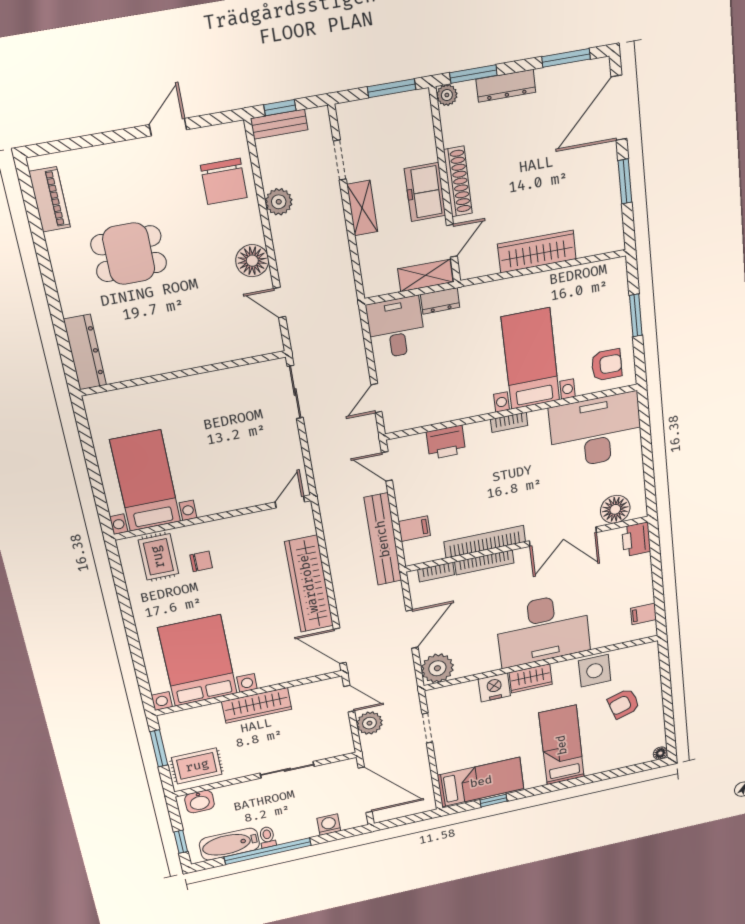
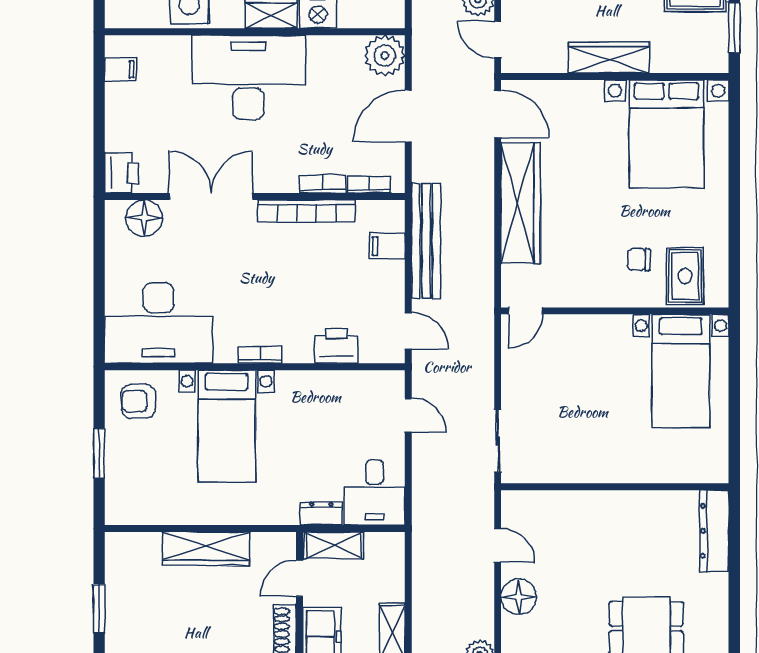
door: (376, 398) -> (408, 415), hinge flipped
bookcase: (484, 562) -> (323, 184), width x0.64

